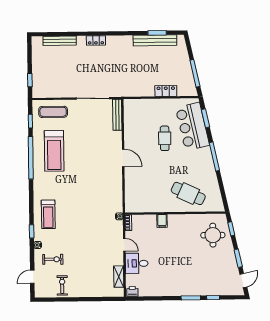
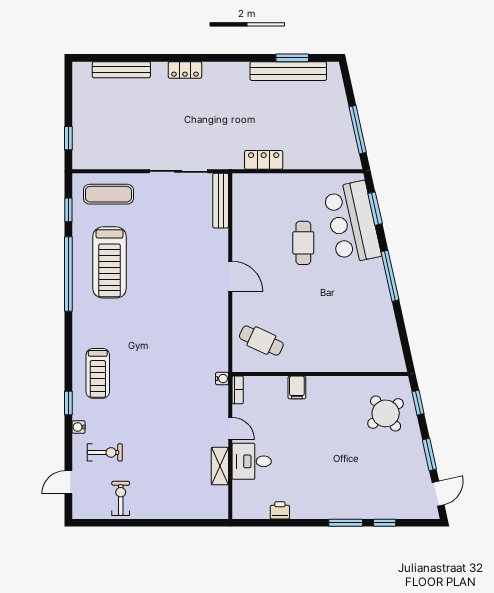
locker: (166, 91) -> (264, 160), moved
cafe table: (188, 193) -> (261, 341), moved, width x0.73, depth x0.74
round table: (213, 235) -> (386, 413), turned -38
shelving: (119, 277) -> (220, 466), moved
printer: (132, 291) -> (280, 510), moved

